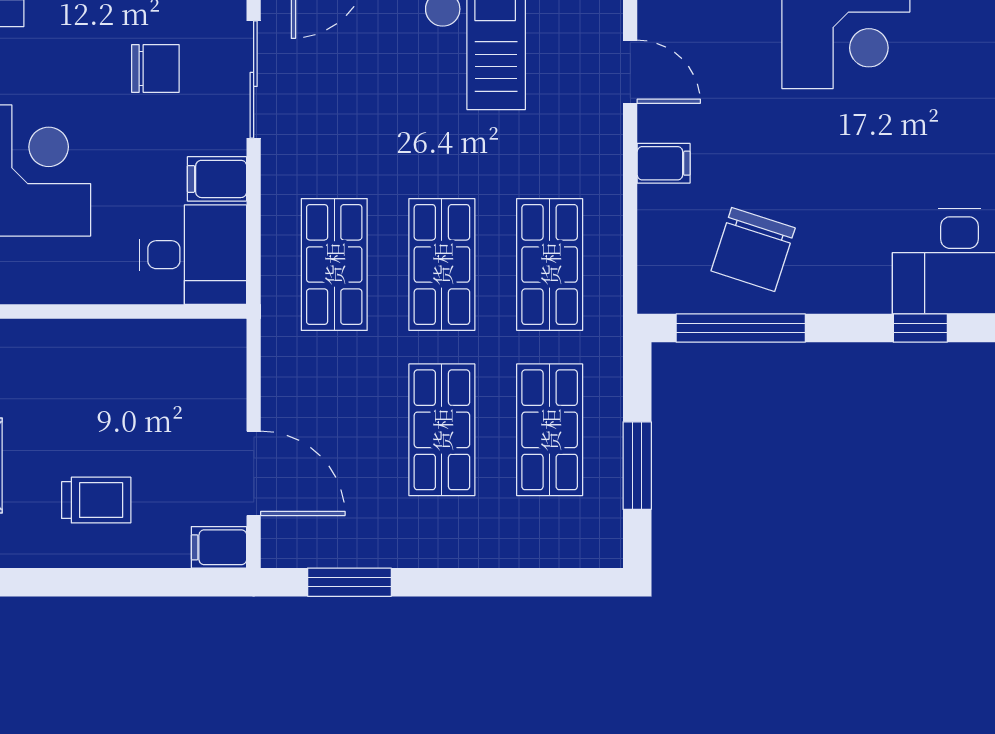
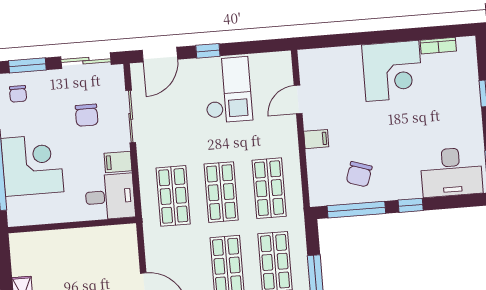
chair: (155, 69) -> (87, 115), turned 90
door: (630, 72) -> (298, 100), swing flipped
chair: (753, 249) -> (359, 174), width x0.73, depth x0.73
window: (920, 328) -> (411, 205), moved

